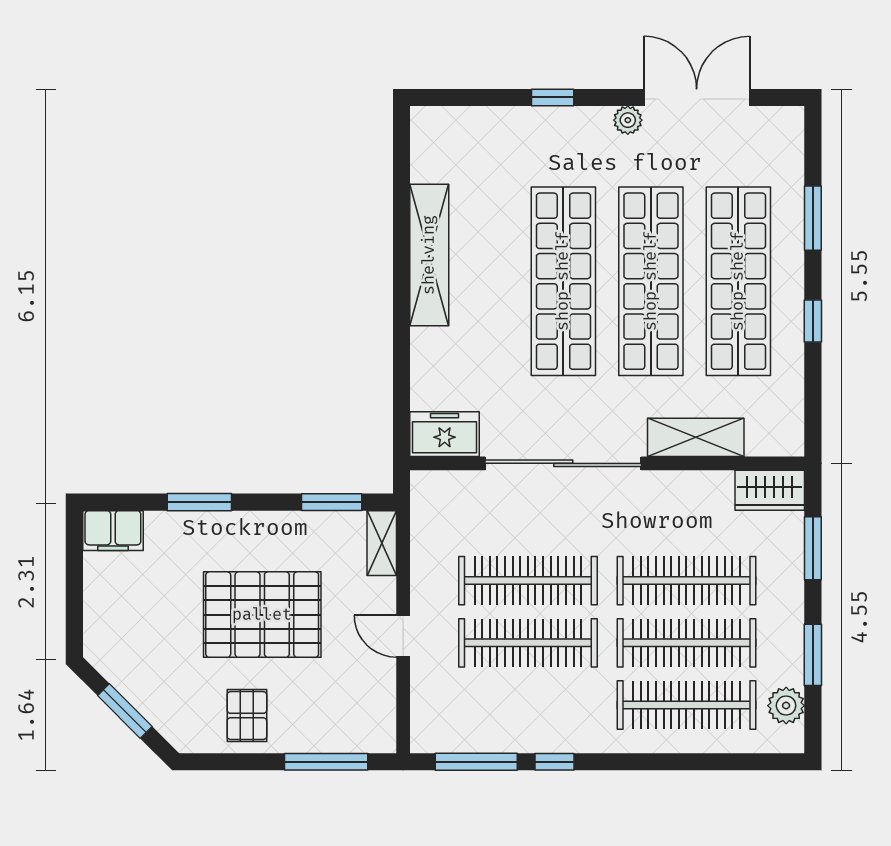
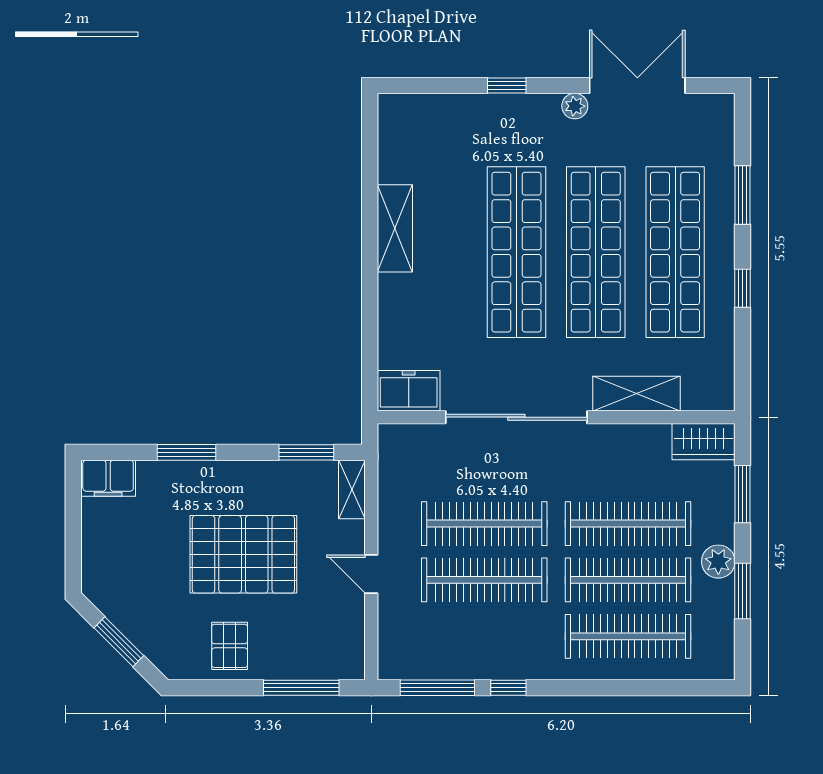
shelving: (429, 255) -> (395, 228), width x0.68
plant: (786, 706) -> (718, 562), moved

